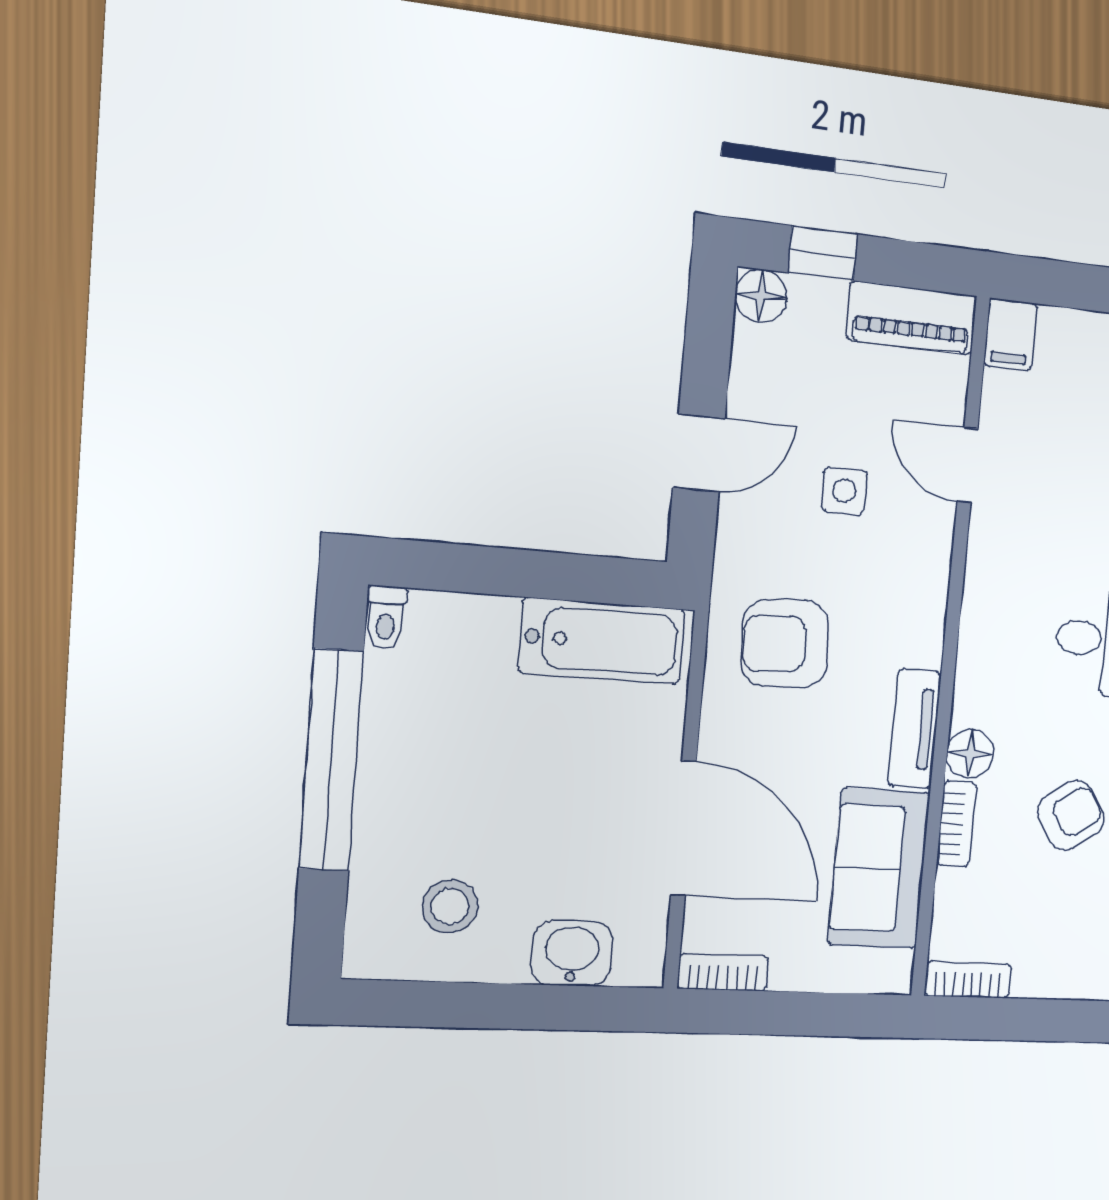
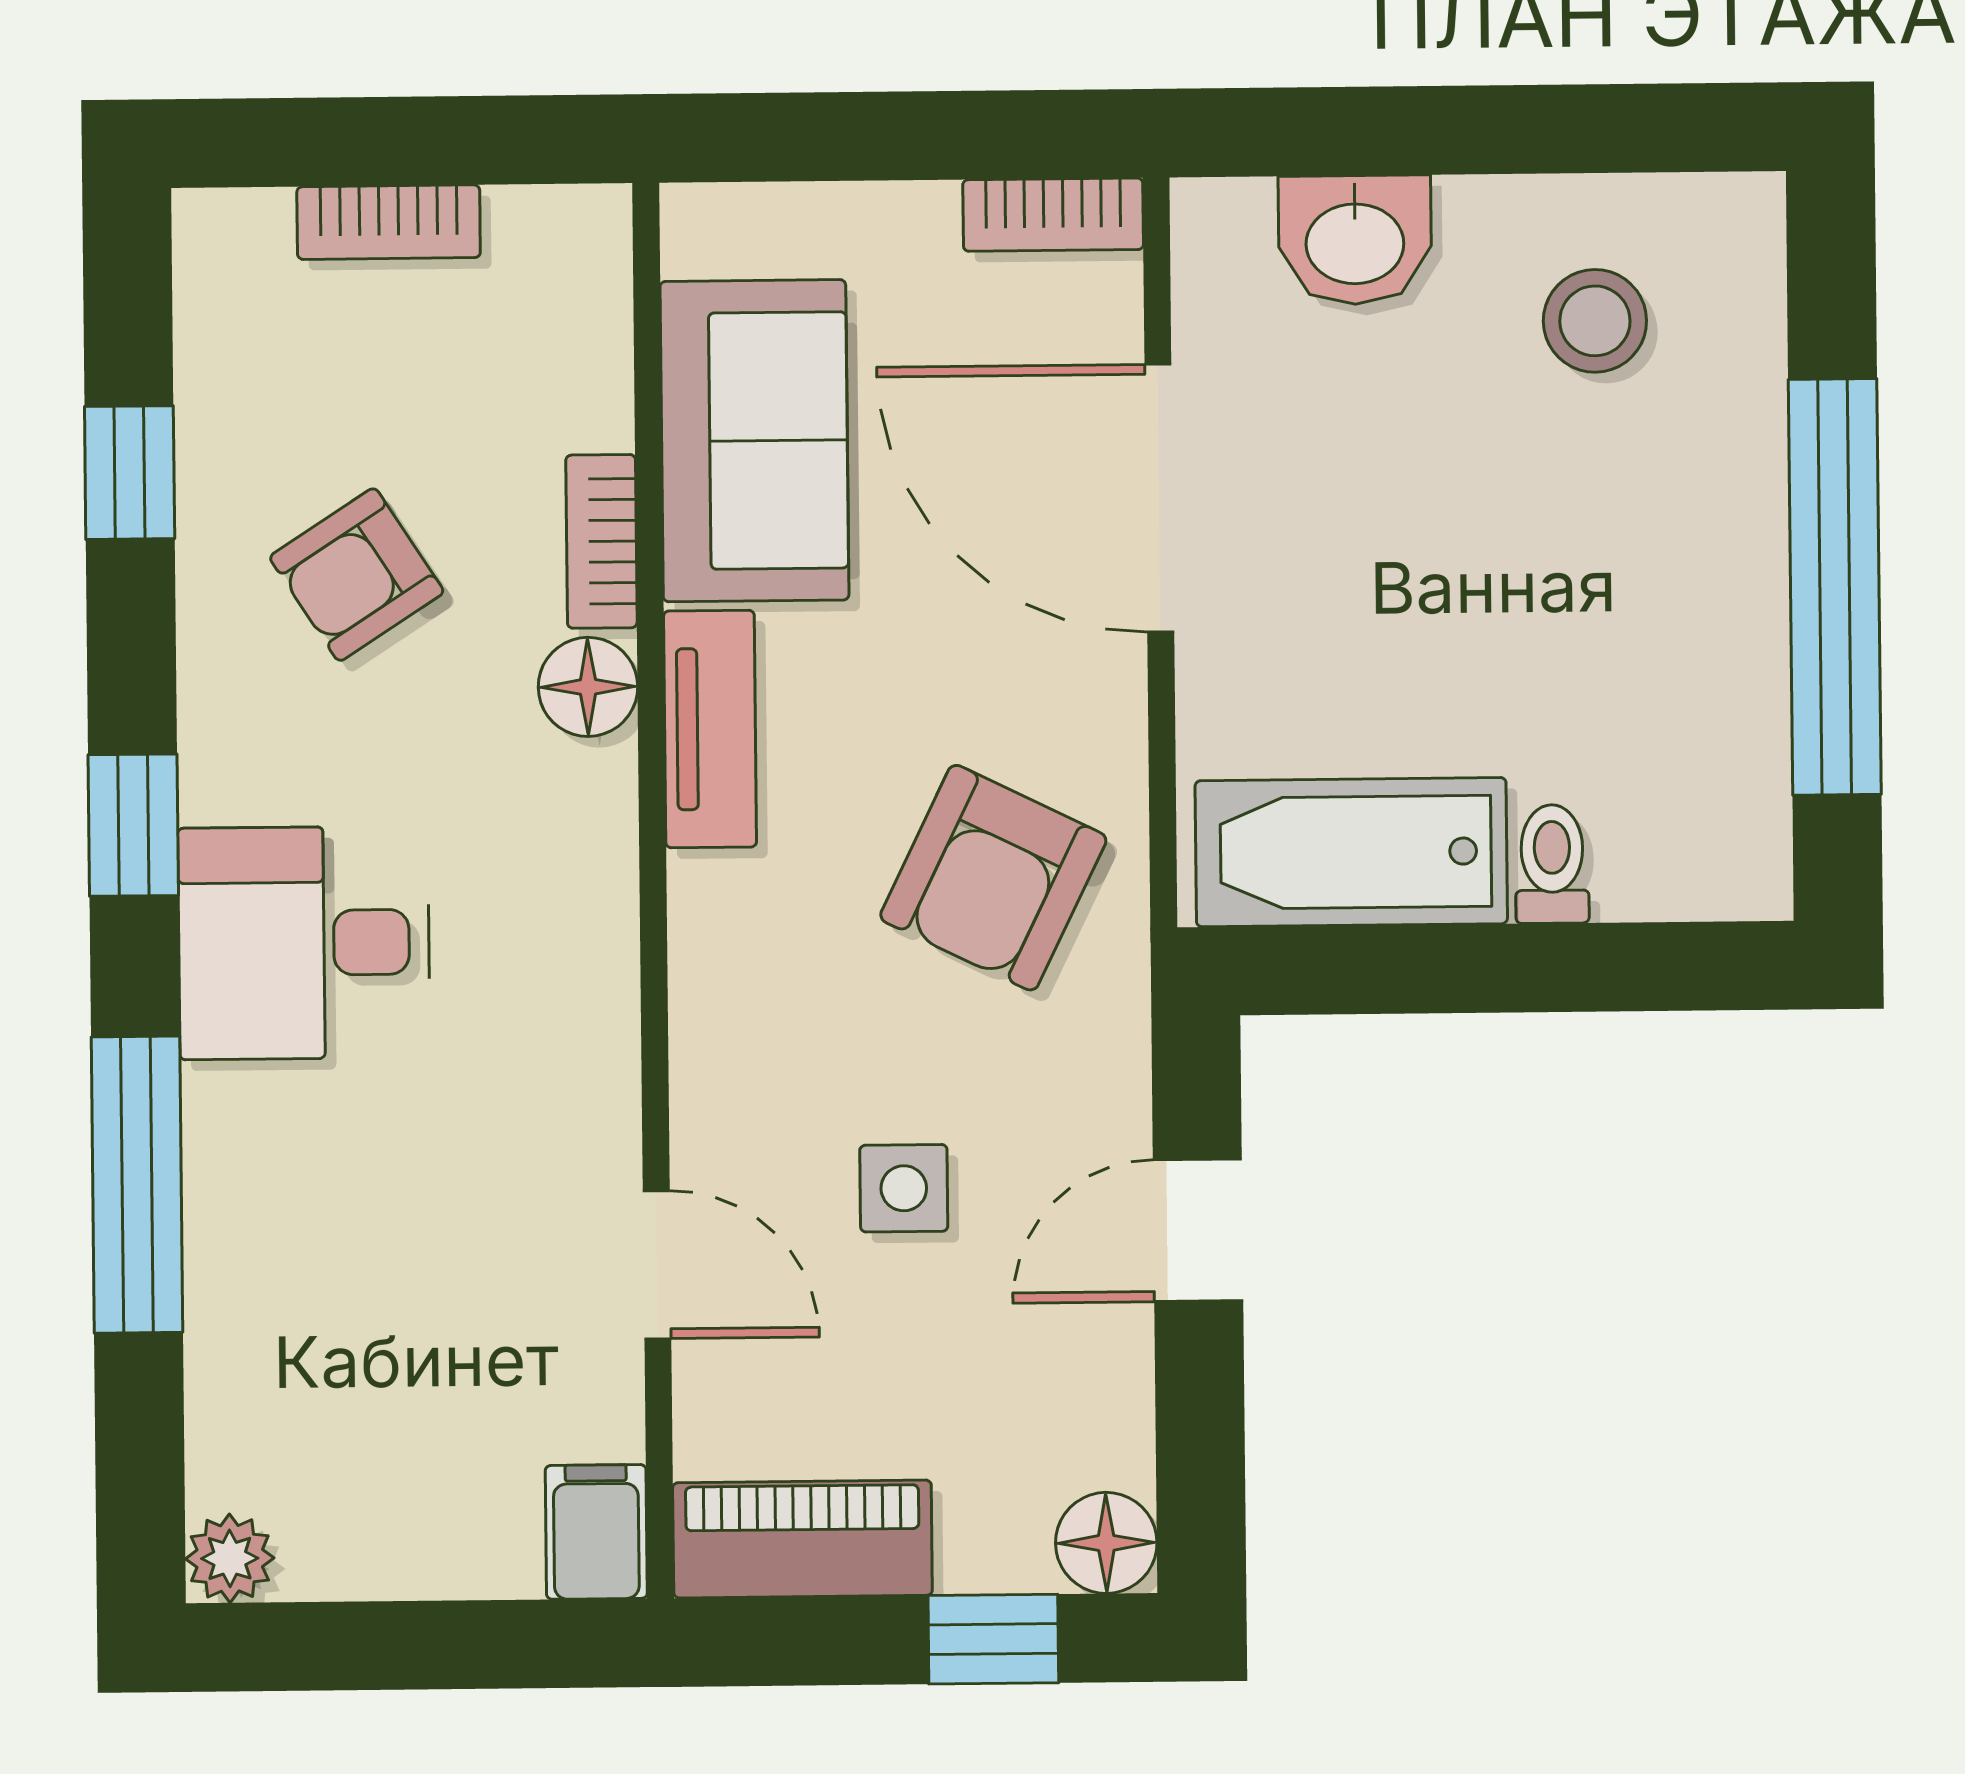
toilet: (386, 618) -> (1552, 864), moved
armchair: (785, 644) -> (993, 878), turned 119
bookcase: (968, 980) -> (389, 222), moved

